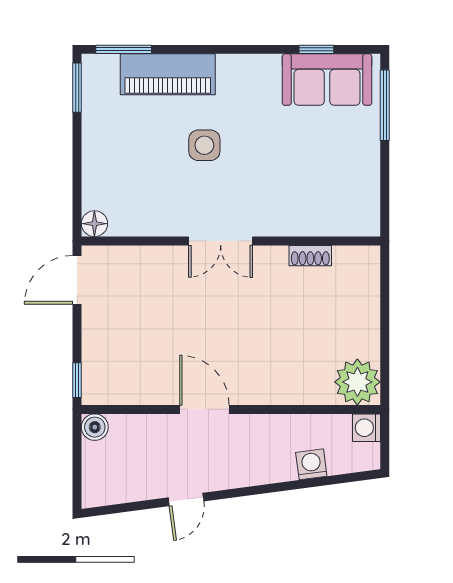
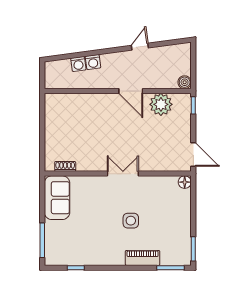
piano: (168, 74) -> (143, 258), width x0.73, depth x0.75
sofa: (327, 80) -> (57, 198), moved, turned 90
shoe rack: (310, 256) -> (65, 166), moved
door: (77, 280) -> (193, 155), hinge flipped
plant: (357, 382) -> (161, 104), moved
washing machine: (367, 428) -> (93, 62), moved, turned 82

